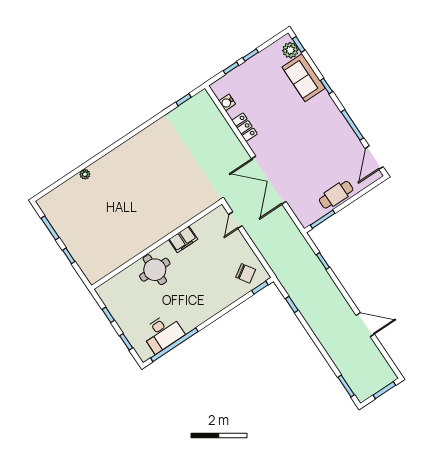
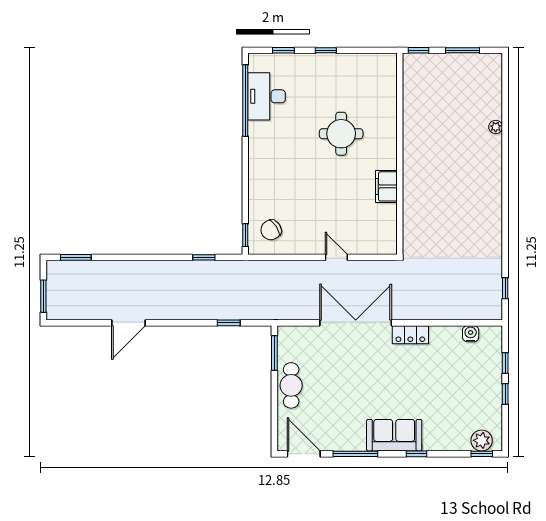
sofa: (304, 78) -> (394, 435), moved
locker: (244, 127) -> (410, 335), moved
filing cabinet: (183, 239) -> (386, 186), moved
wall: (157, 245) -> (400, 154), moved

